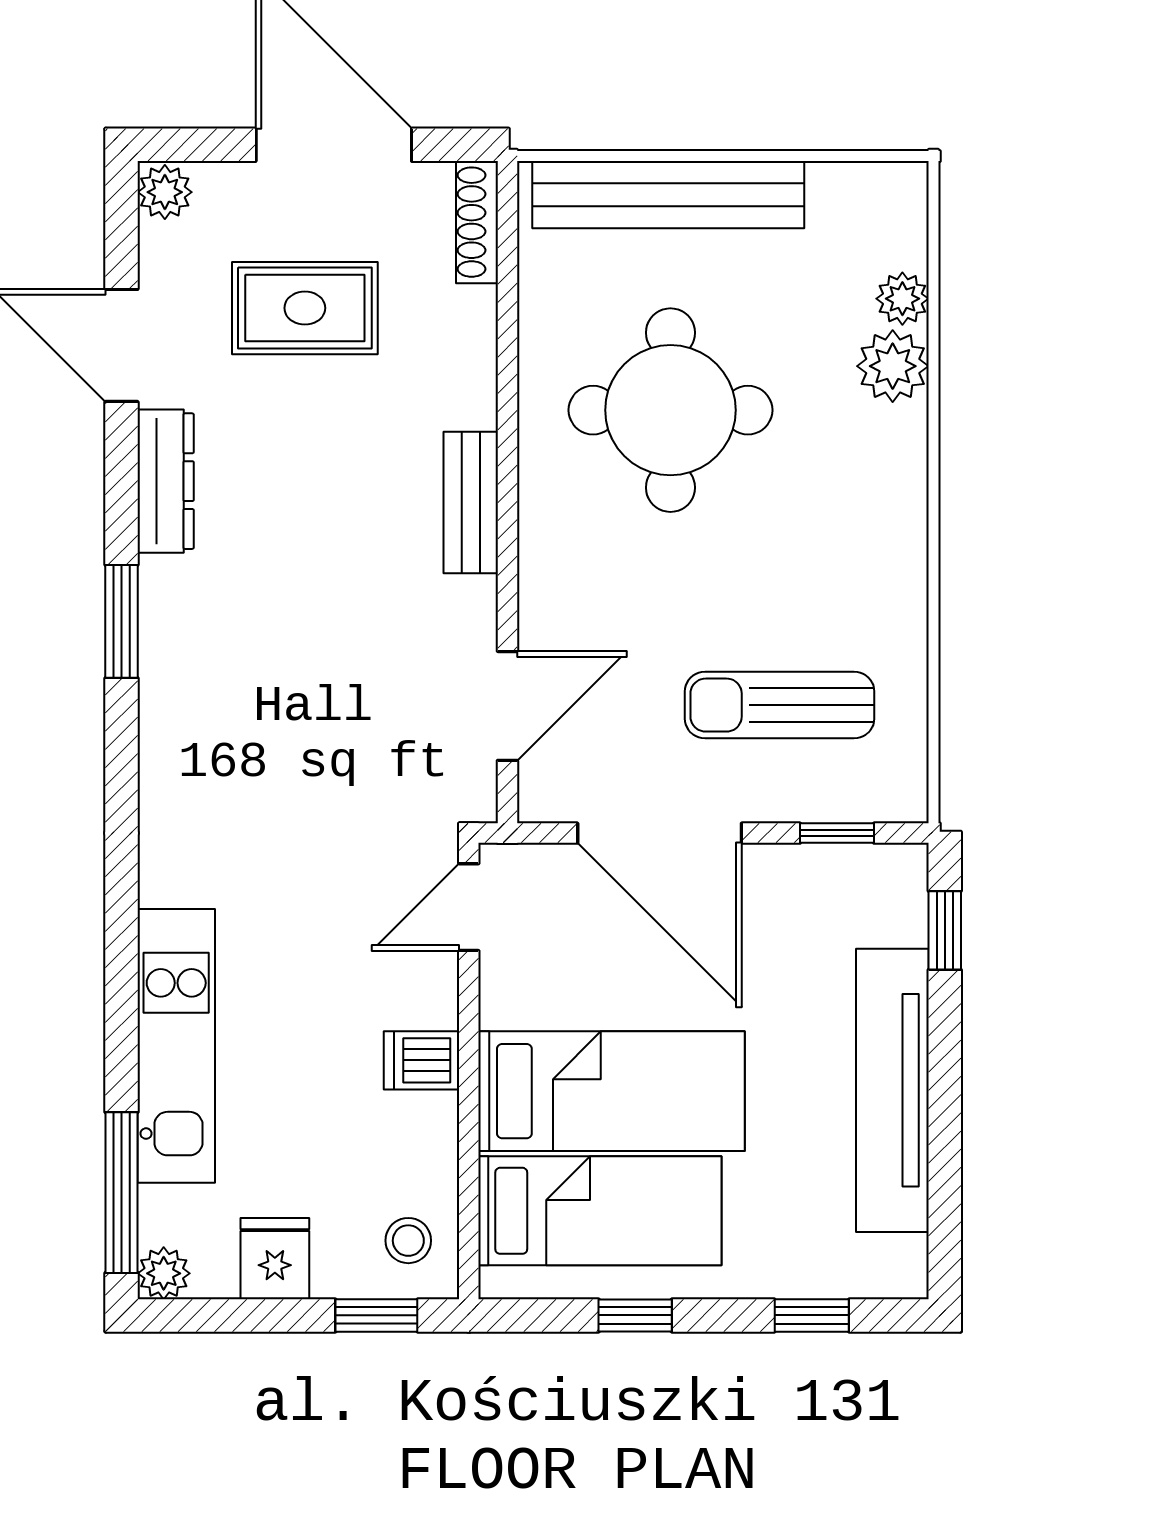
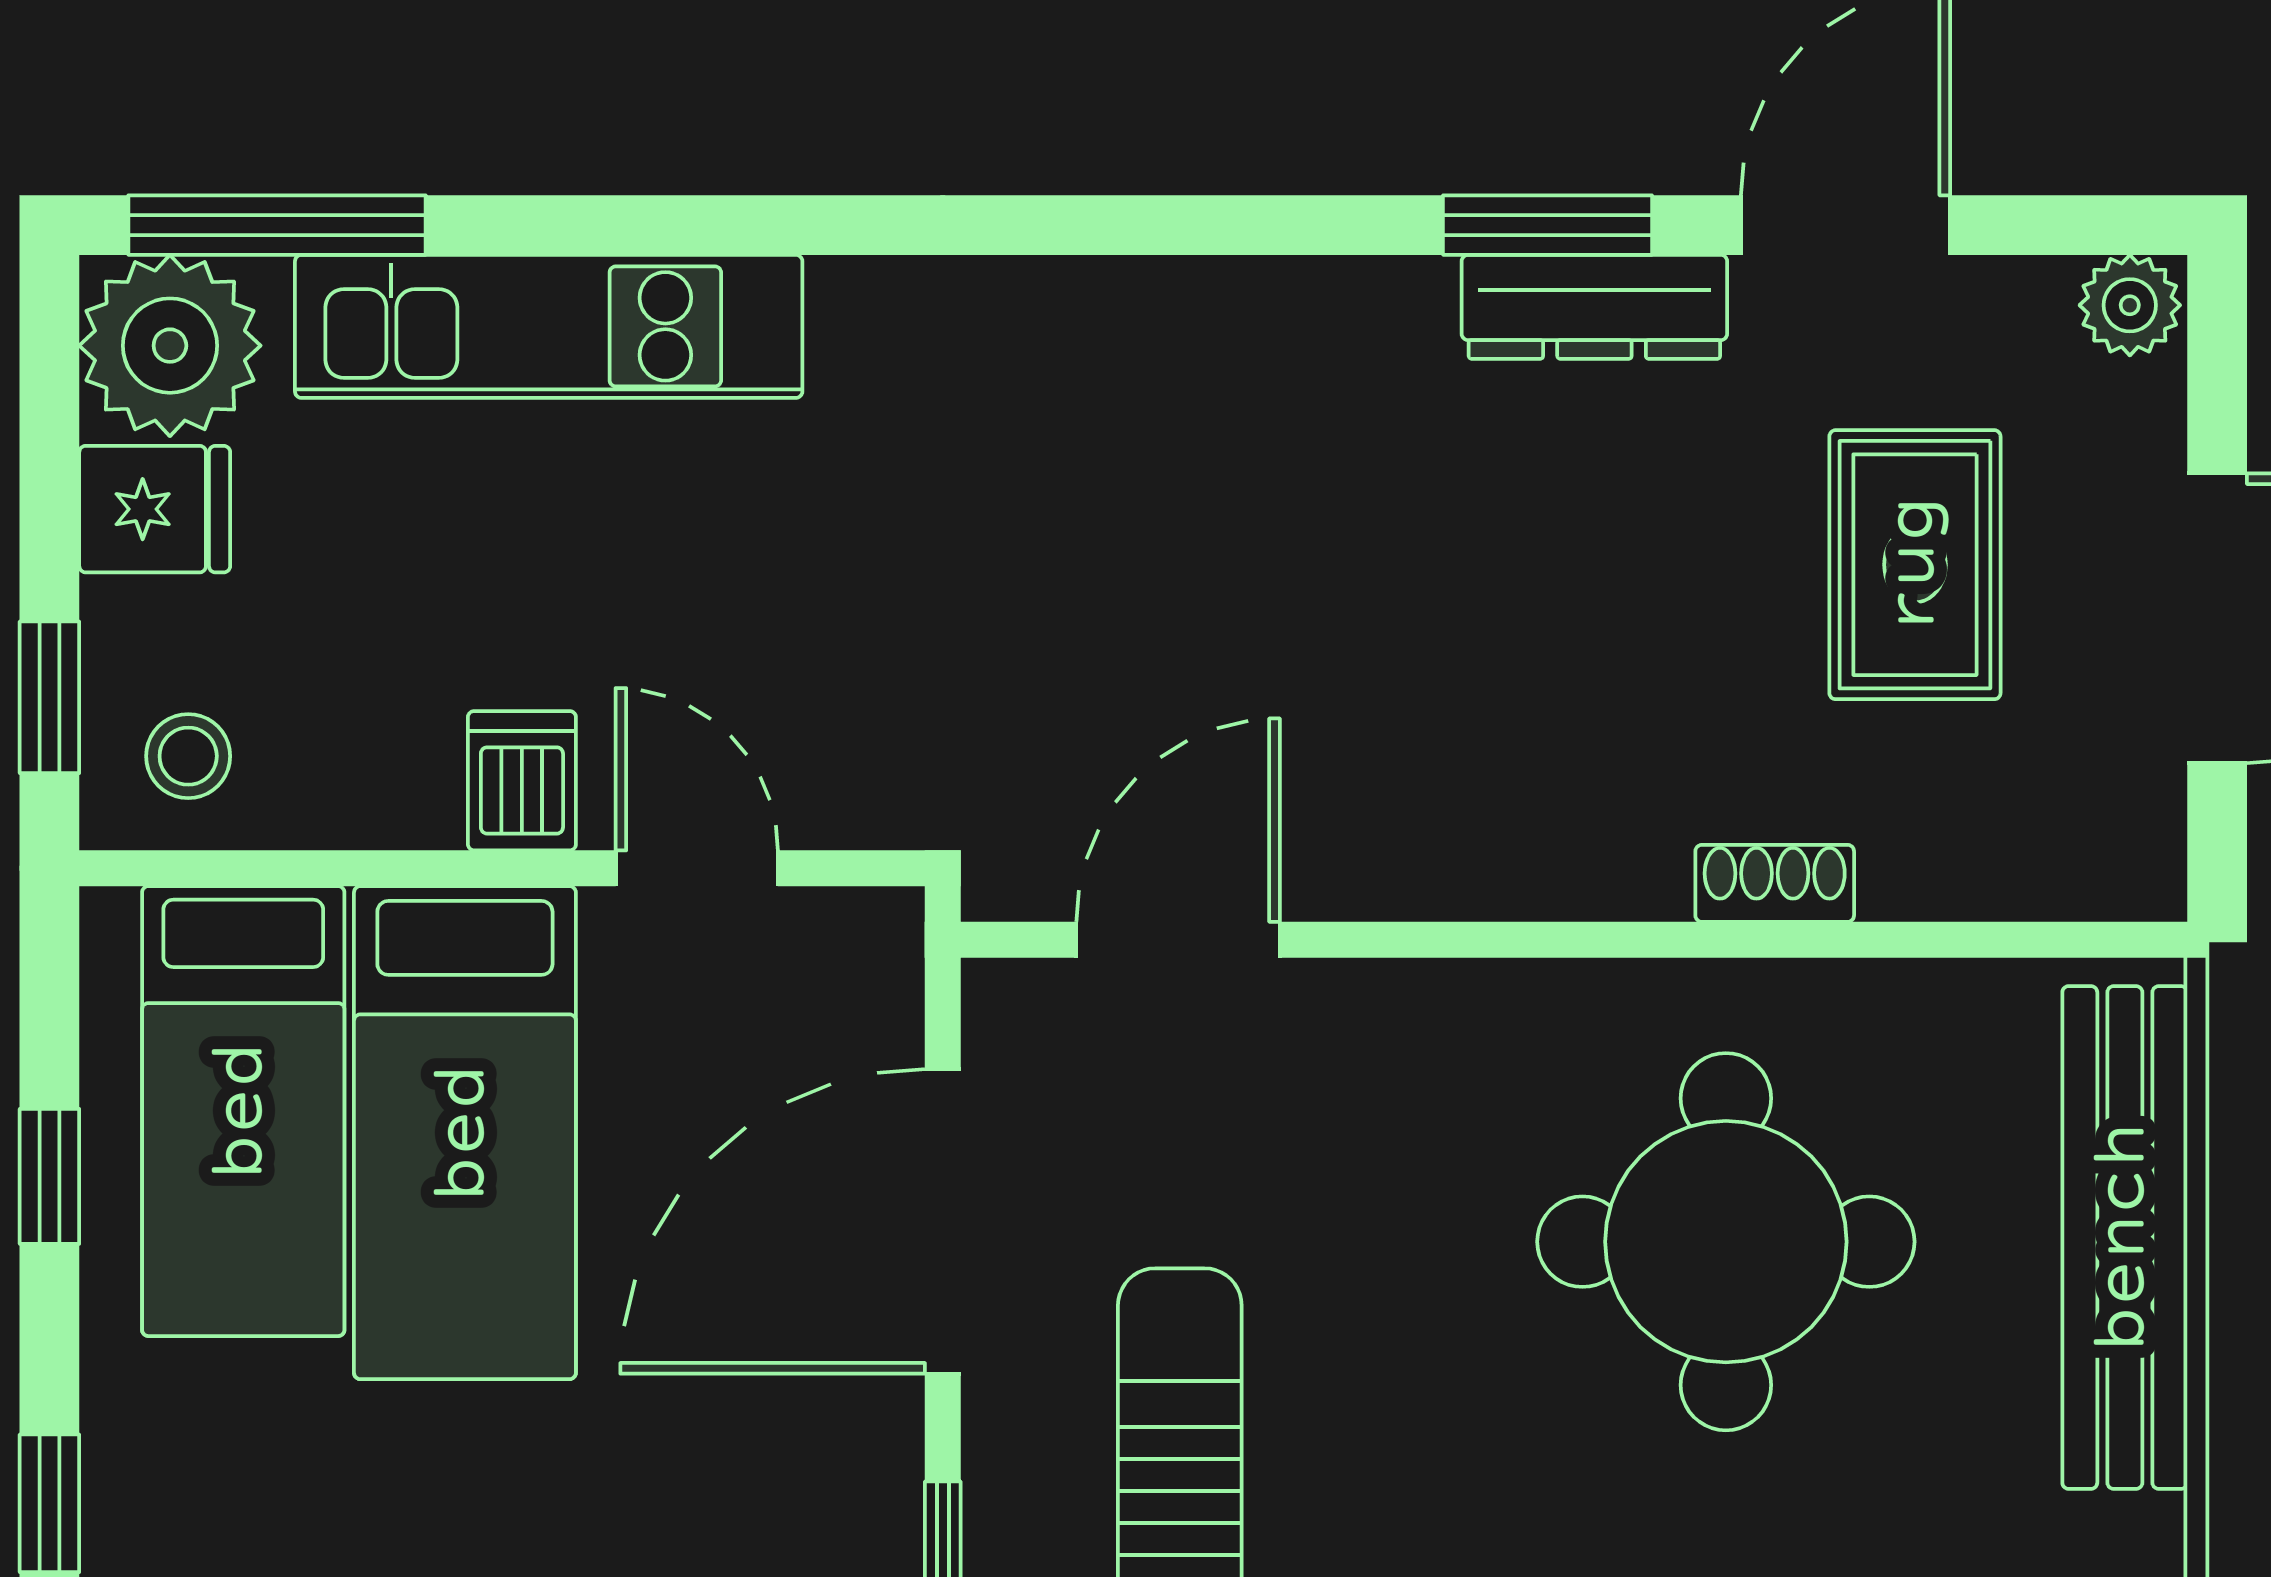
shoe rack: (477, 222) -> (1775, 883), moved, width x0.70
bench: (471, 503) -> (1555, 872), removed
window: (121, 621) -> (1547, 225), moved
door: (507, 706) -> (1178, 940), swing flipped
door: (469, 907) -> (697, 868), moved
plant: (164, 1273) -> (170, 346), width x1.88, depth x1.88

